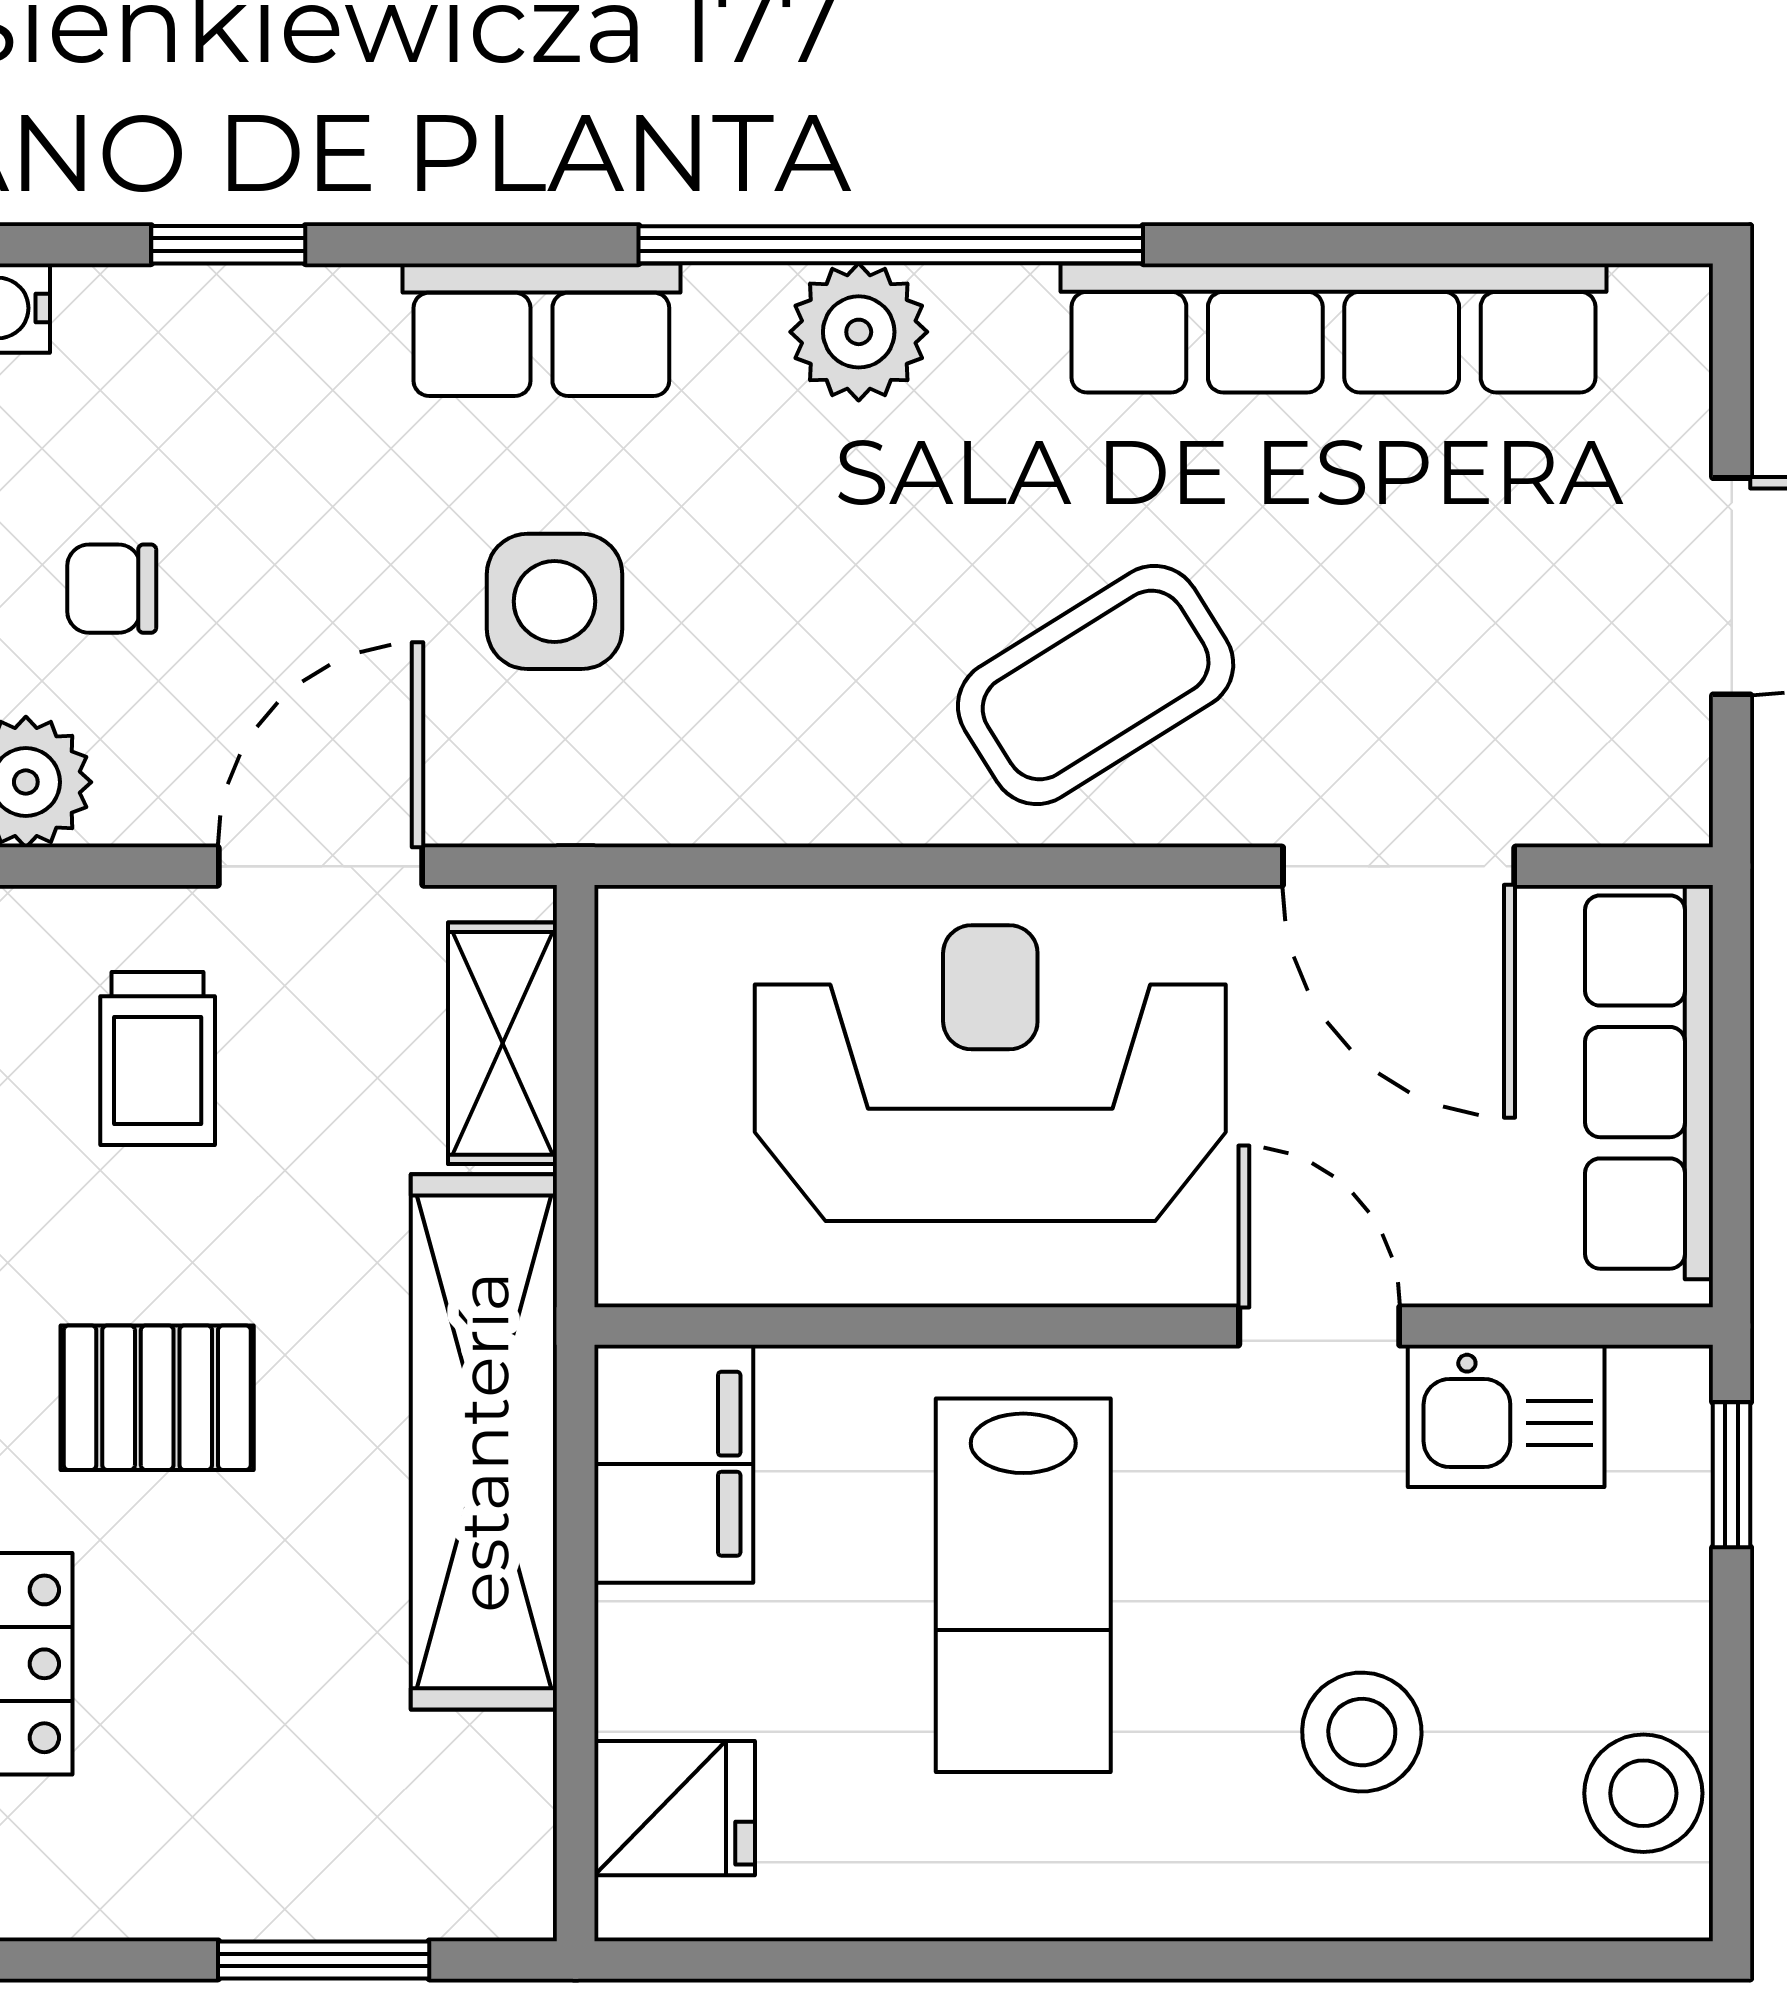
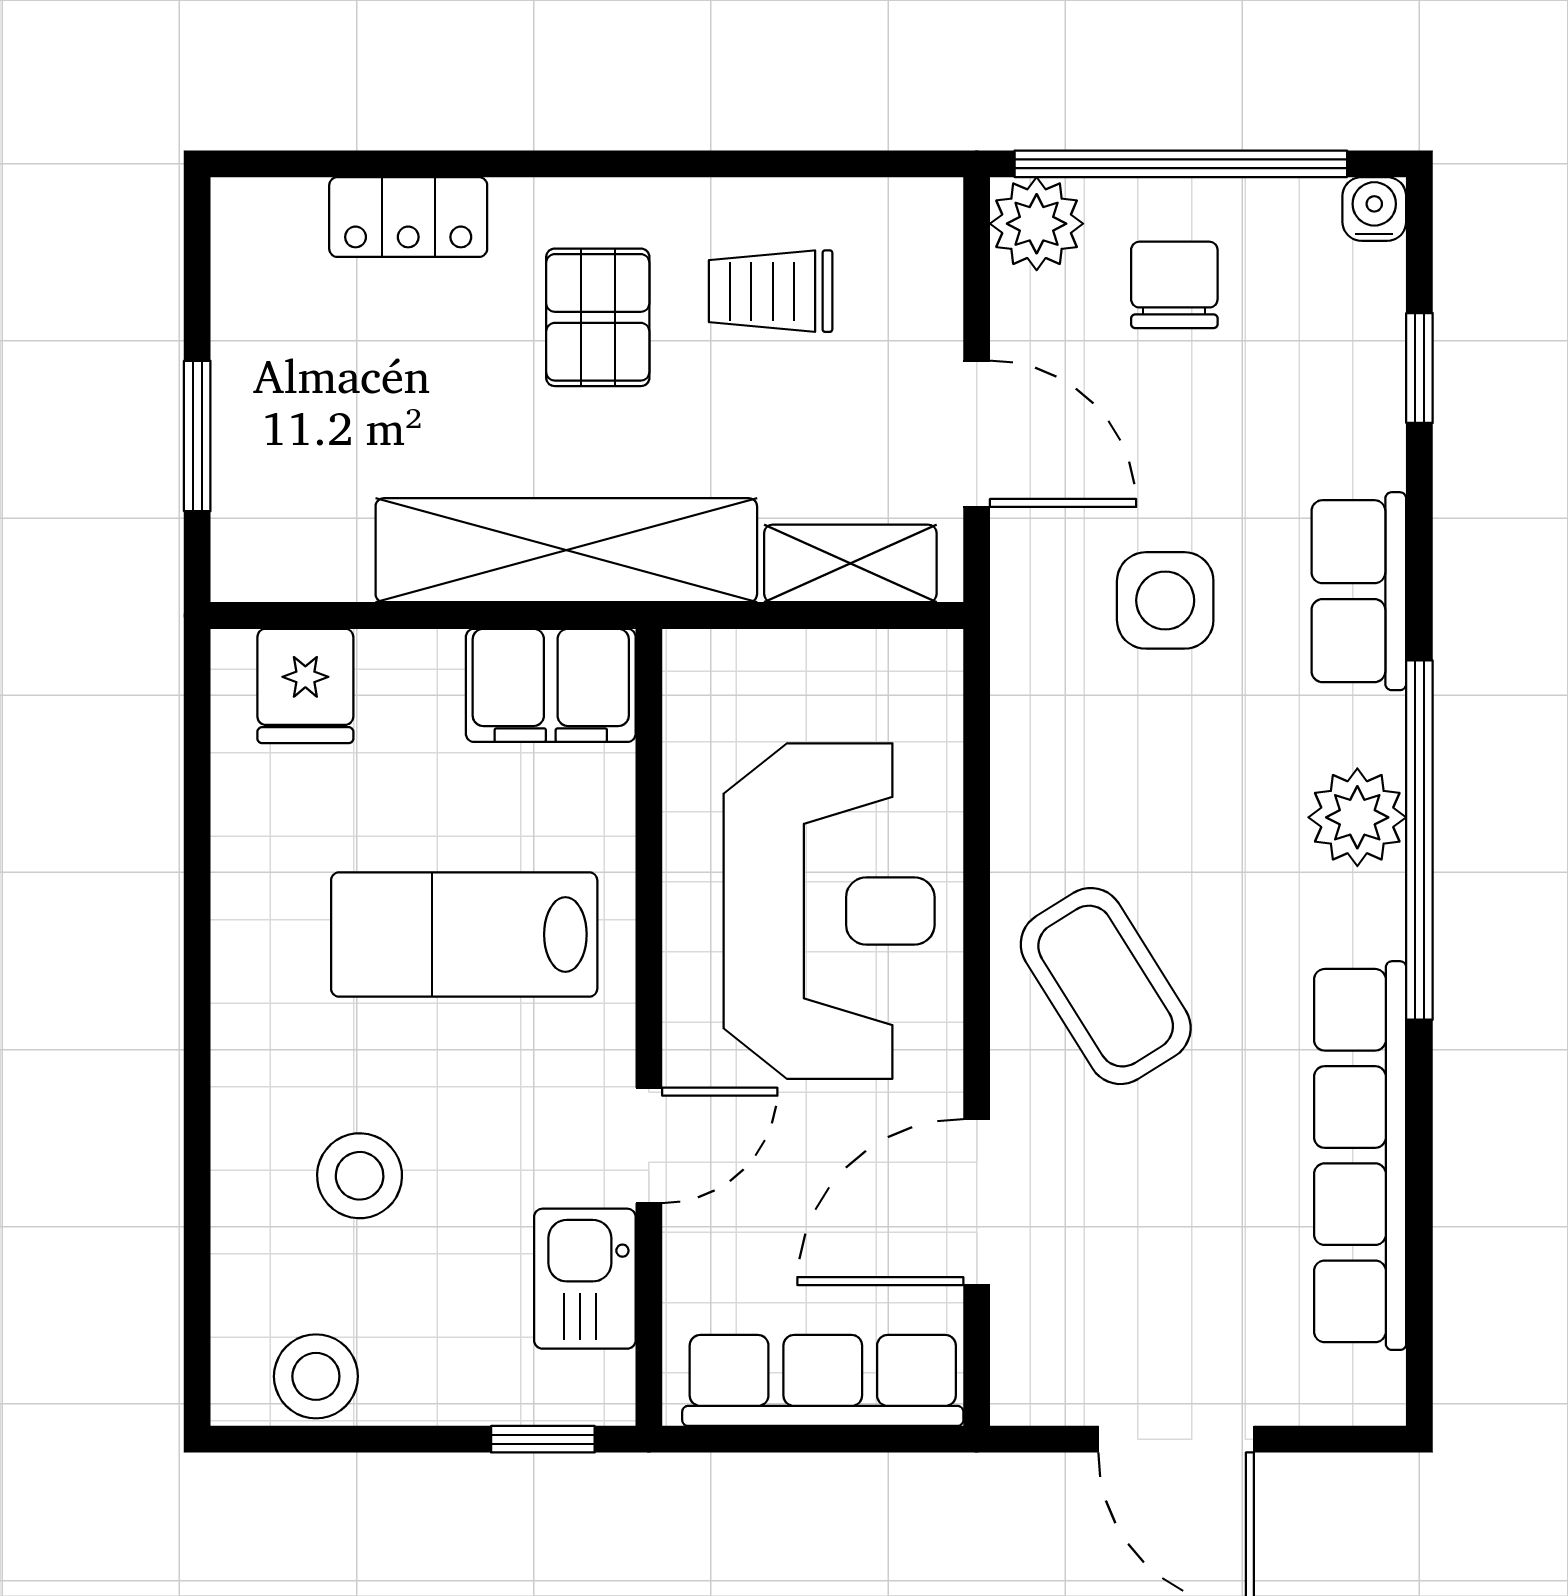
chair: (112, 589) -> (1174, 285), width x1.37, depth x1.37
trolley: (158, 1058) -> (771, 291), moved

